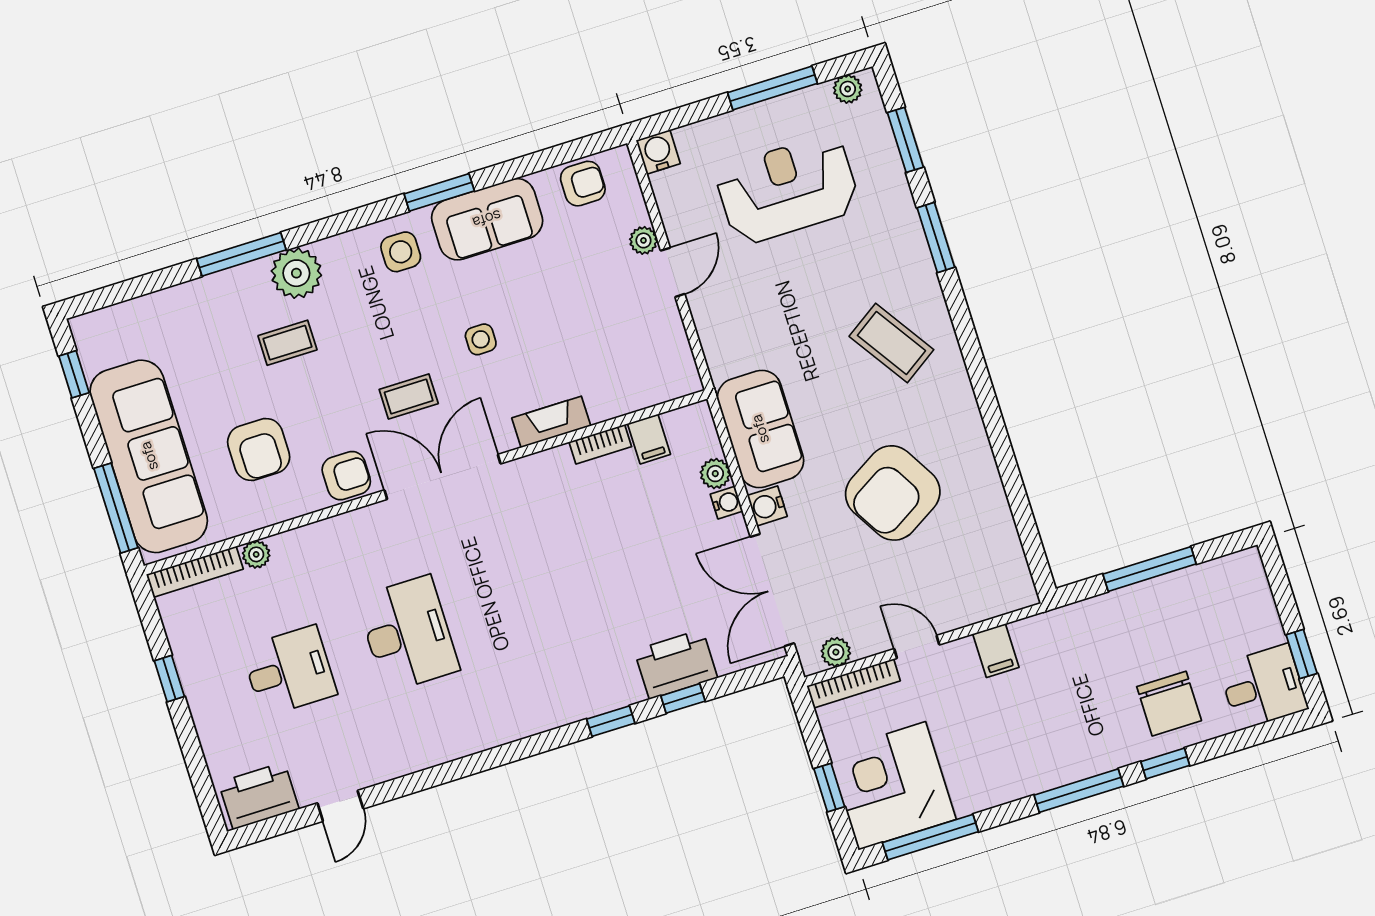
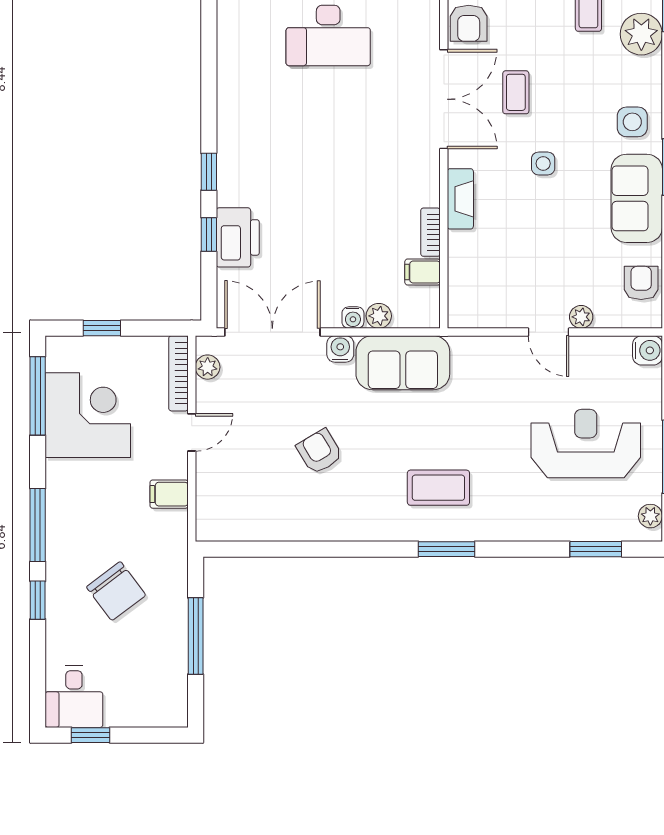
armchair: (583, 184) -> (641, 283), turned 180
reception desk: (788, 189) -> (586, 444), turned -90
window: (936, 238) -> (446, 549), moved
coffee table: (891, 343) -> (438, 488), turned 34
armchair: (893, 493) -> (319, 452), width x0.53, depth x0.53
chair: (1169, 704) -> (116, 591), moved, turned -127
corner desk: (892, 786) -> (88, 415), moved

